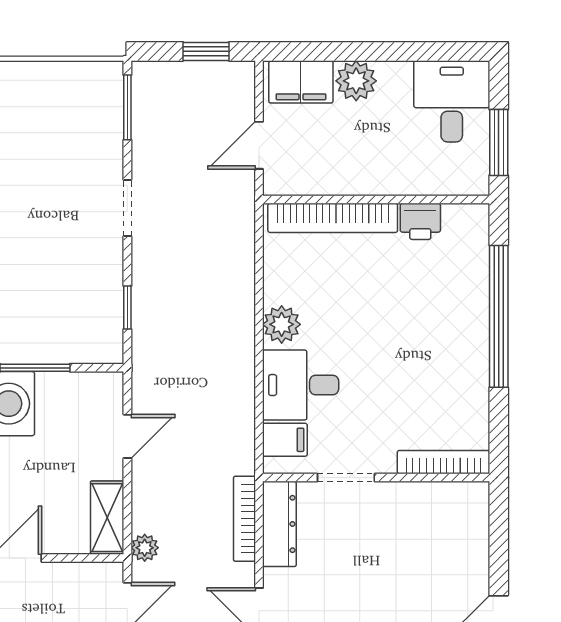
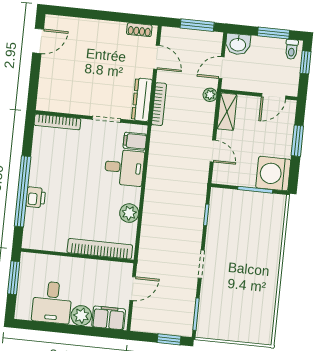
window: (206, 51) -> (169, 339), moved
desk: (452, 101) -> (52, 302), moved
printer: (420, 221) -> (36, 197), moved, turned 90
plant: (282, 324) -> (129, 213), moved
door: (127, 436) -> (213, 151), swing flipped

